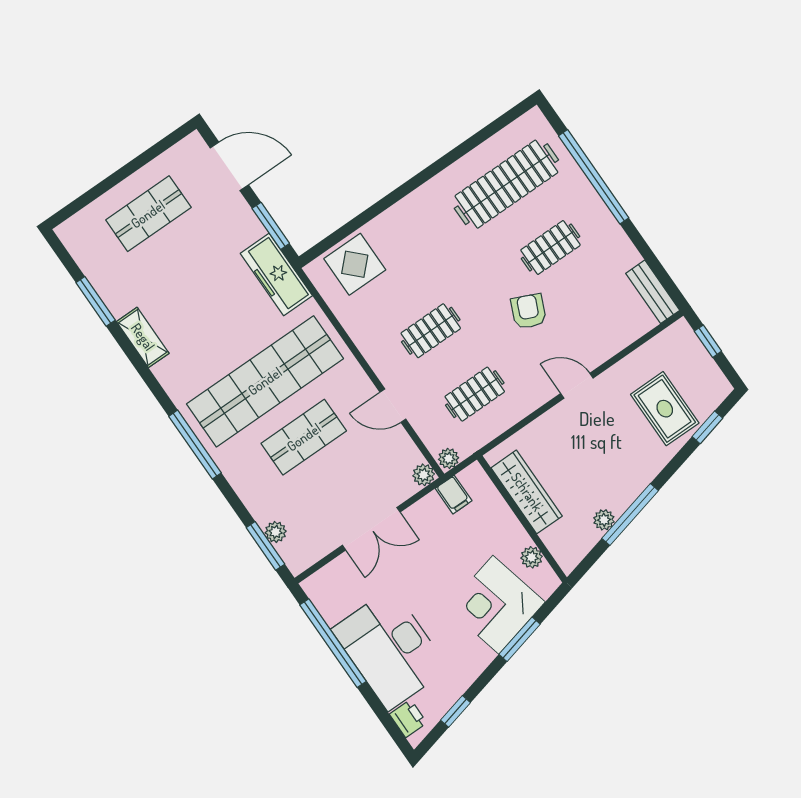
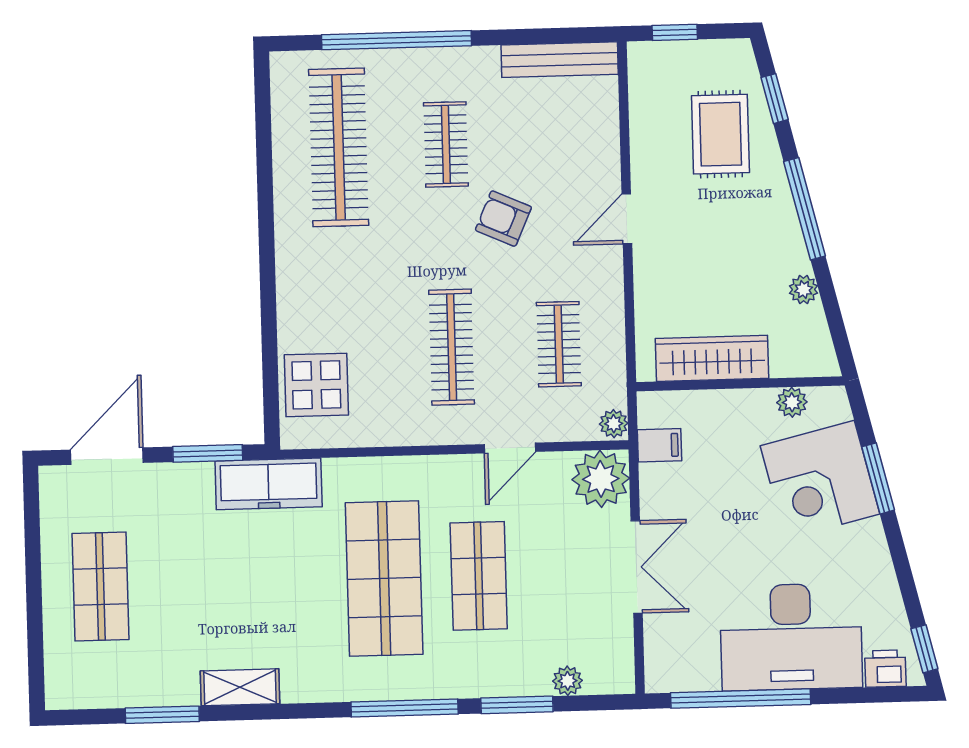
bench: (653, 292) -> (560, 60), width x1.36
clothes rail: (431, 331) -> (452, 347), width x1.36
shop shelf: (265, 381) -> (384, 579), width x0.71
rug: (665, 409) -> (720, 134), turned 90
plant: (424, 475) -> (601, 479), width x1.87, depth x1.87
window: (630, 515) -> (805, 209), moved
window: (265, 546) -> (517, 705), moved
window: (456, 711) -> (924, 649), moved

